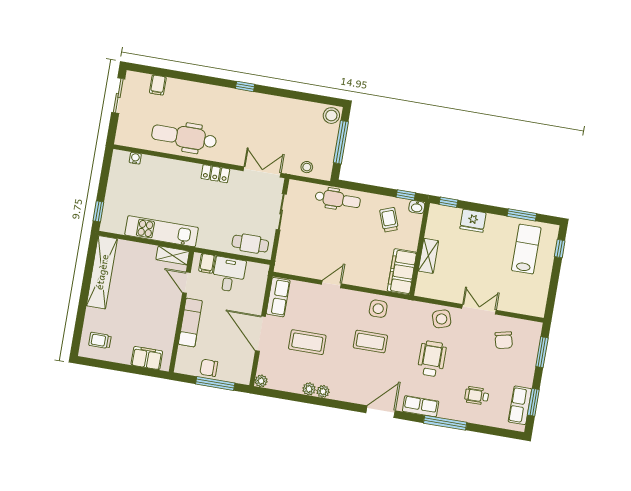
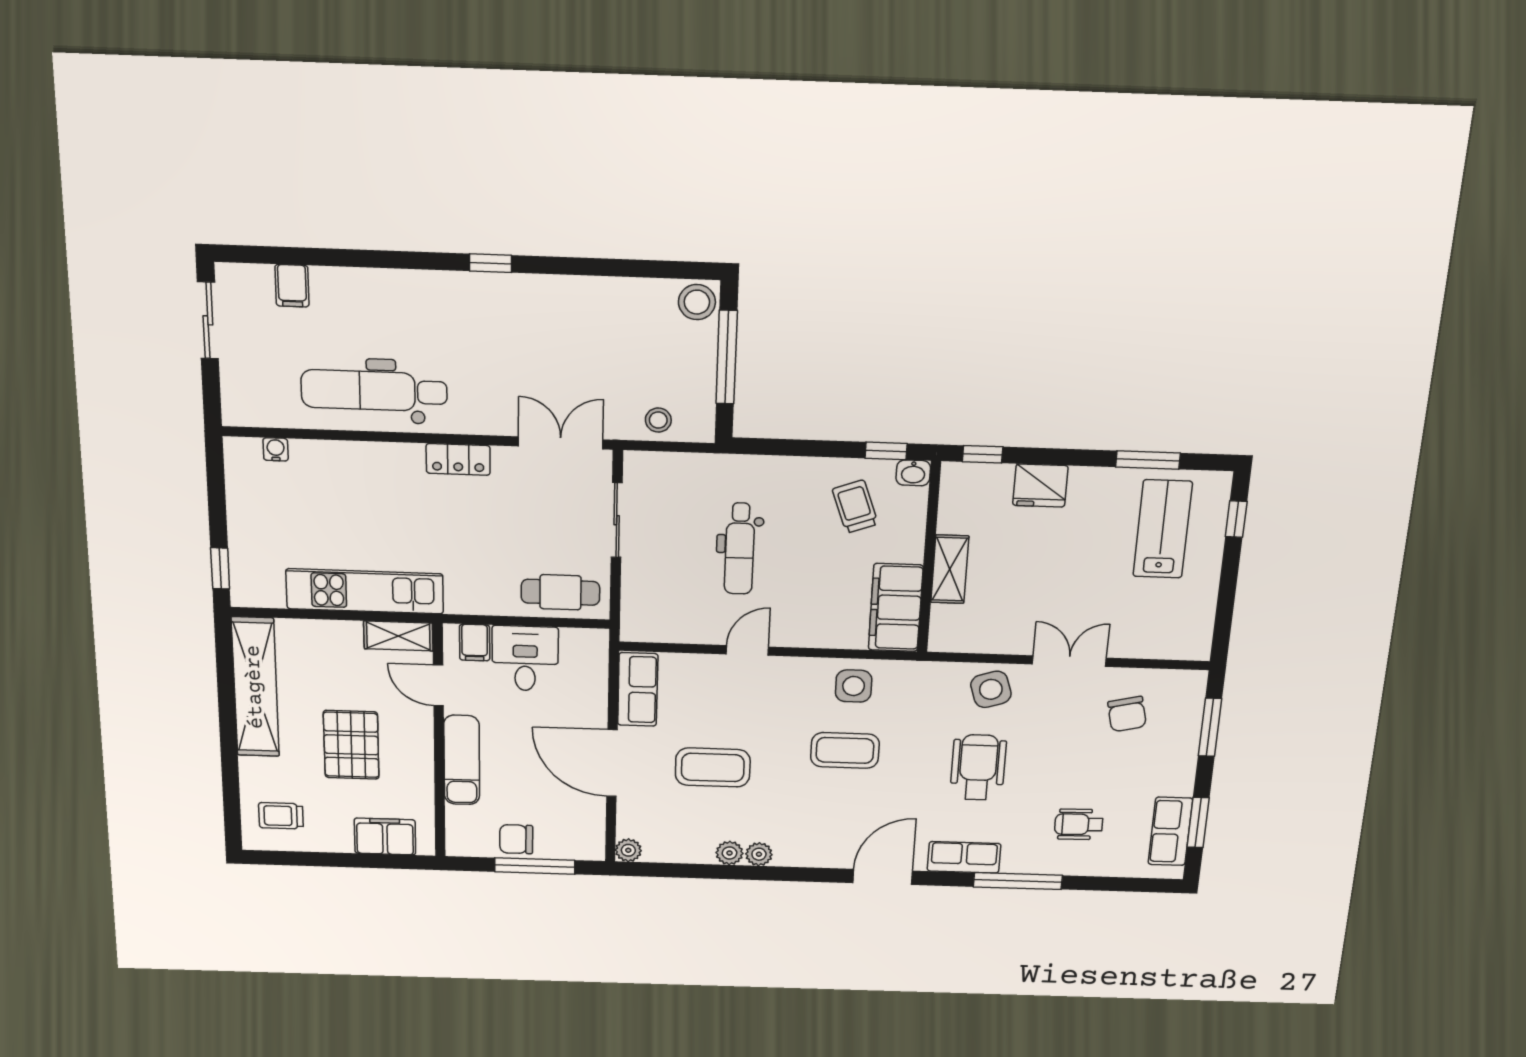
dental chair: (338, 199) -> (740, 549), moved, turned 90
pallet: (140, 308) -> (351, 745), added

